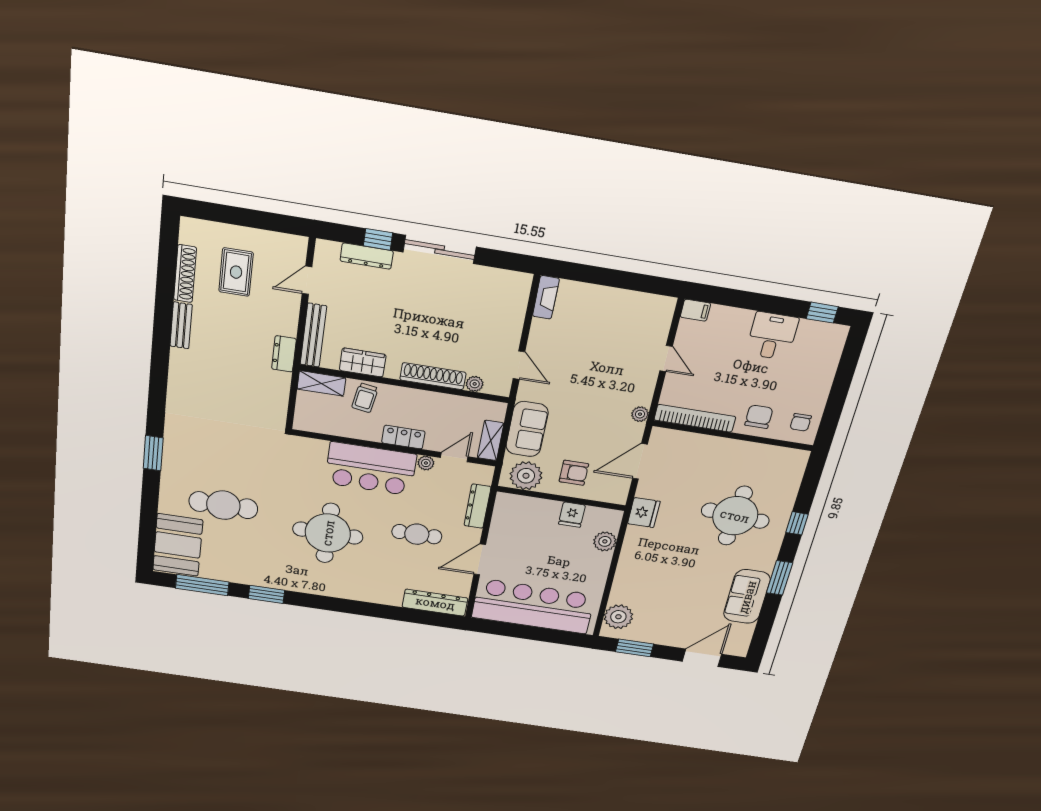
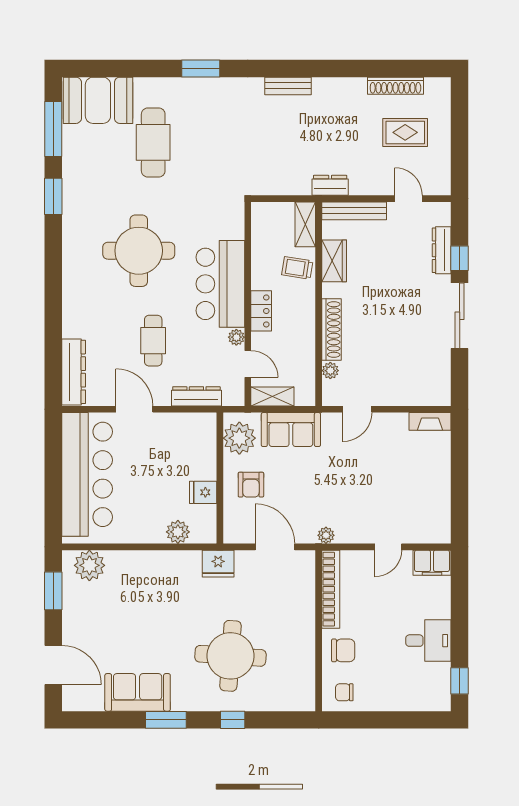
filing cabinet: (695, 310) -> (432, 563), width x2.00
bench: (181, 325) -> (288, 86), moved

